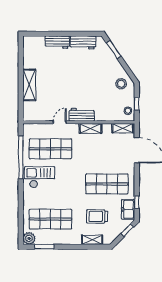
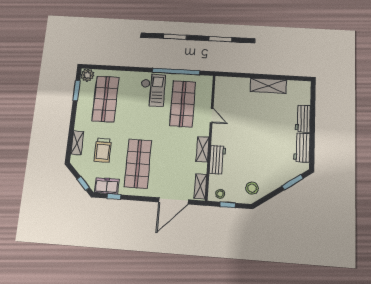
shelving: (29, 85) -> (268, 86), moved
workbench: (82, 115) -> (217, 160), moved
trolley: (97, 216) -> (103, 150), turned 180

